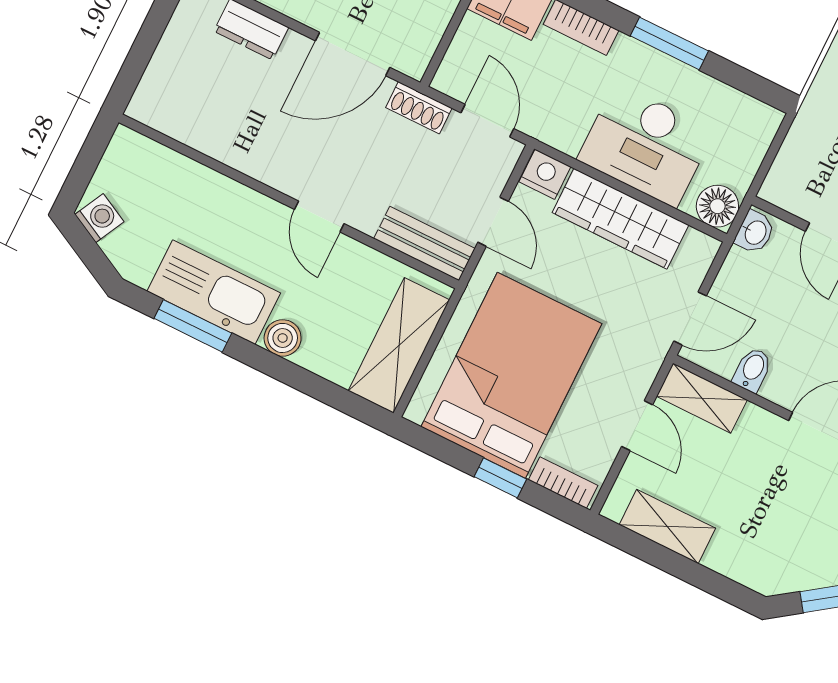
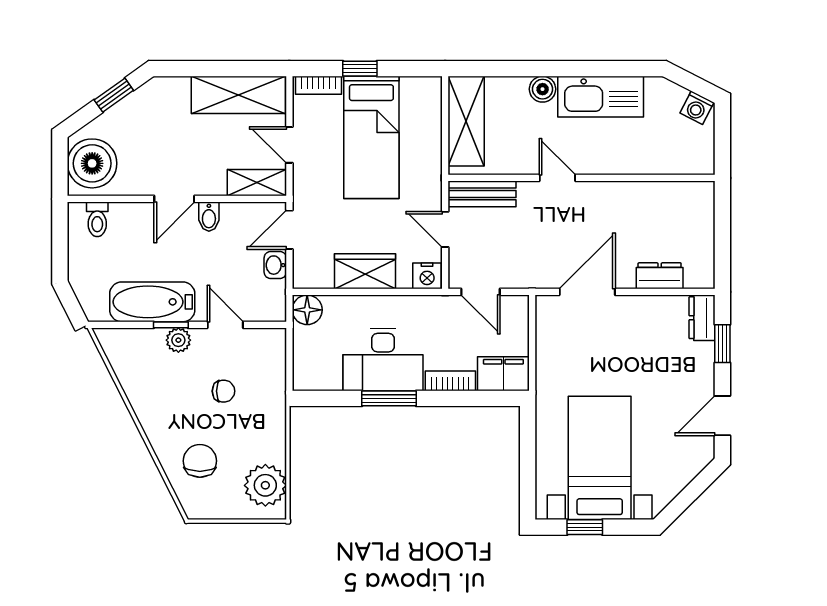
shoe rack: (419, 108) -> (528, 279), removed
desk: (646, 145) -> (383, 360), moved, turned 180
wardrobe: (620, 219) -> (365, 271), width x0.67
washbasin: (755, 232) -> (275, 265), moved
window: (193, 326) -> (604, 69), removed
bidet: (752, 370) -> (209, 217), moved
bed: (511, 375) -> (371, 137), width x0.67
shelving: (667, 526) -> (238, 95), width x1.50, depth x1.33

